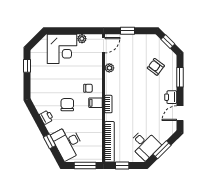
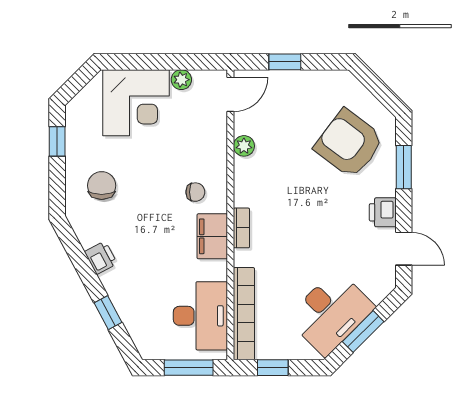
window: (168, 42) -> (376, 86), removed
armchair: (156, 67) -> (349, 144), width x1.88, depth x1.88
filing cabinet: (95, 103) -> (212, 236), width x2.00
chair: (67, 105) -> (102, 186), moved
door: (180, 113) -> (404, 249), swing flipped
desk: (68, 143) -> (200, 316), moved, turned -152
desk: (145, 144) -> (331, 313), width x1.37

